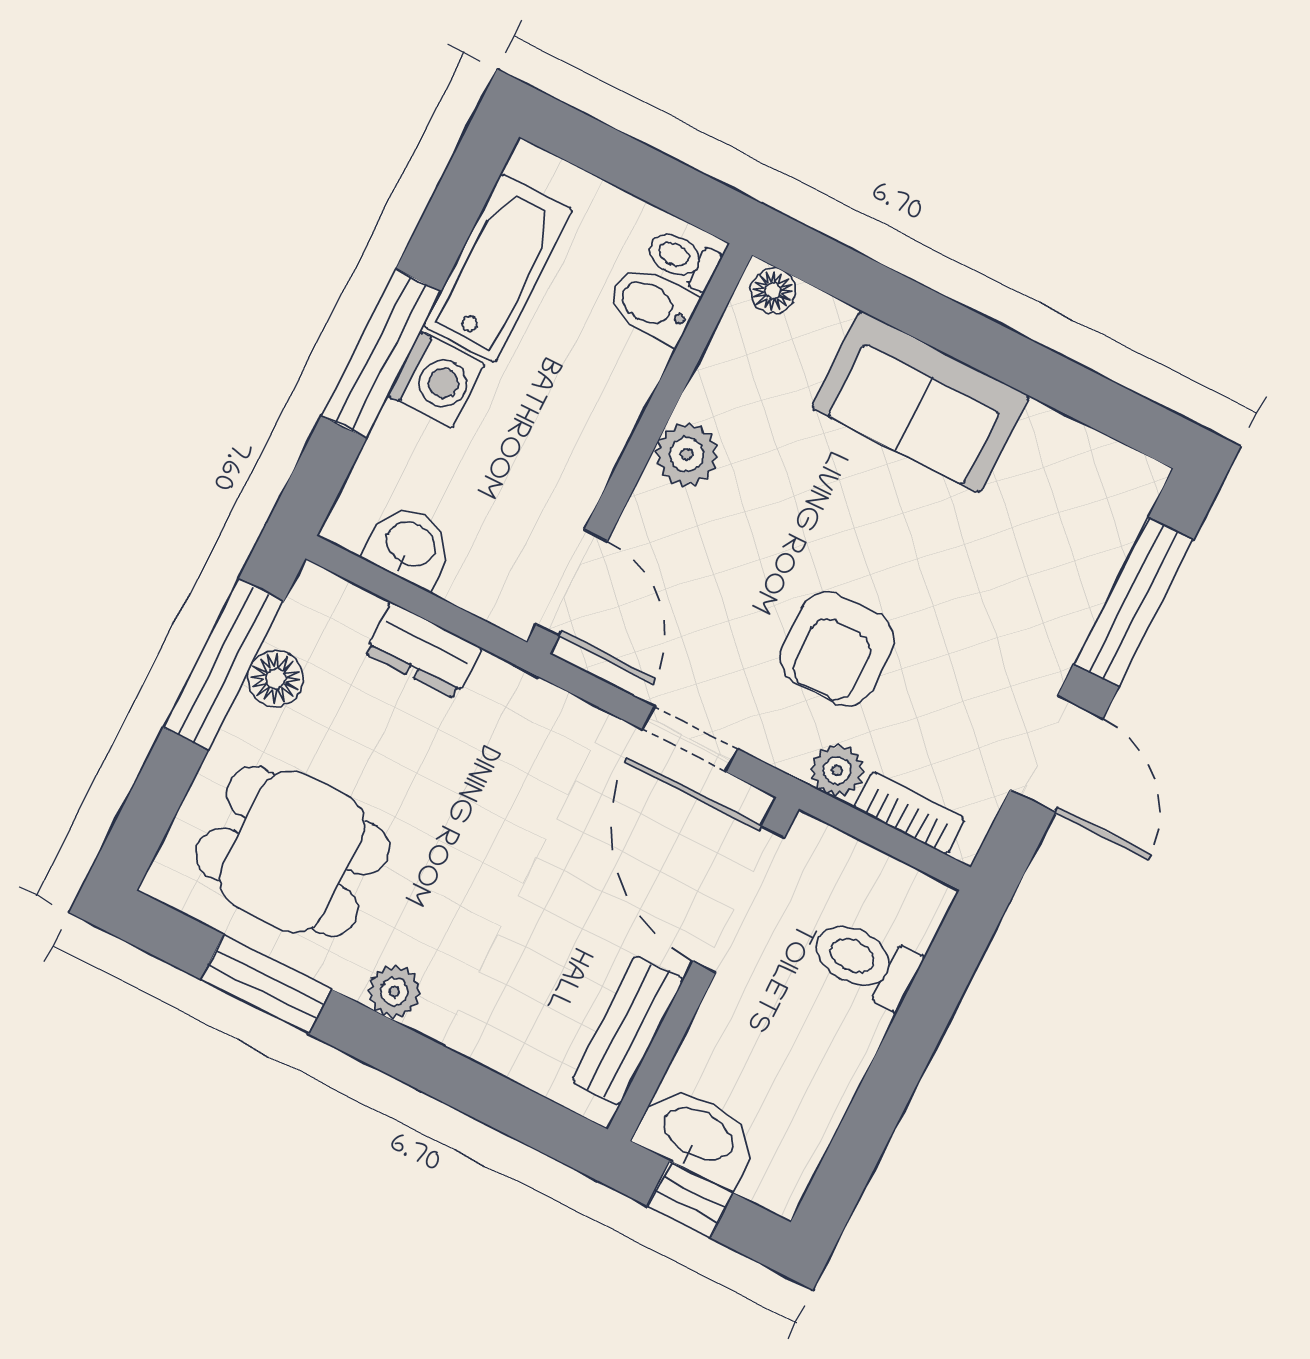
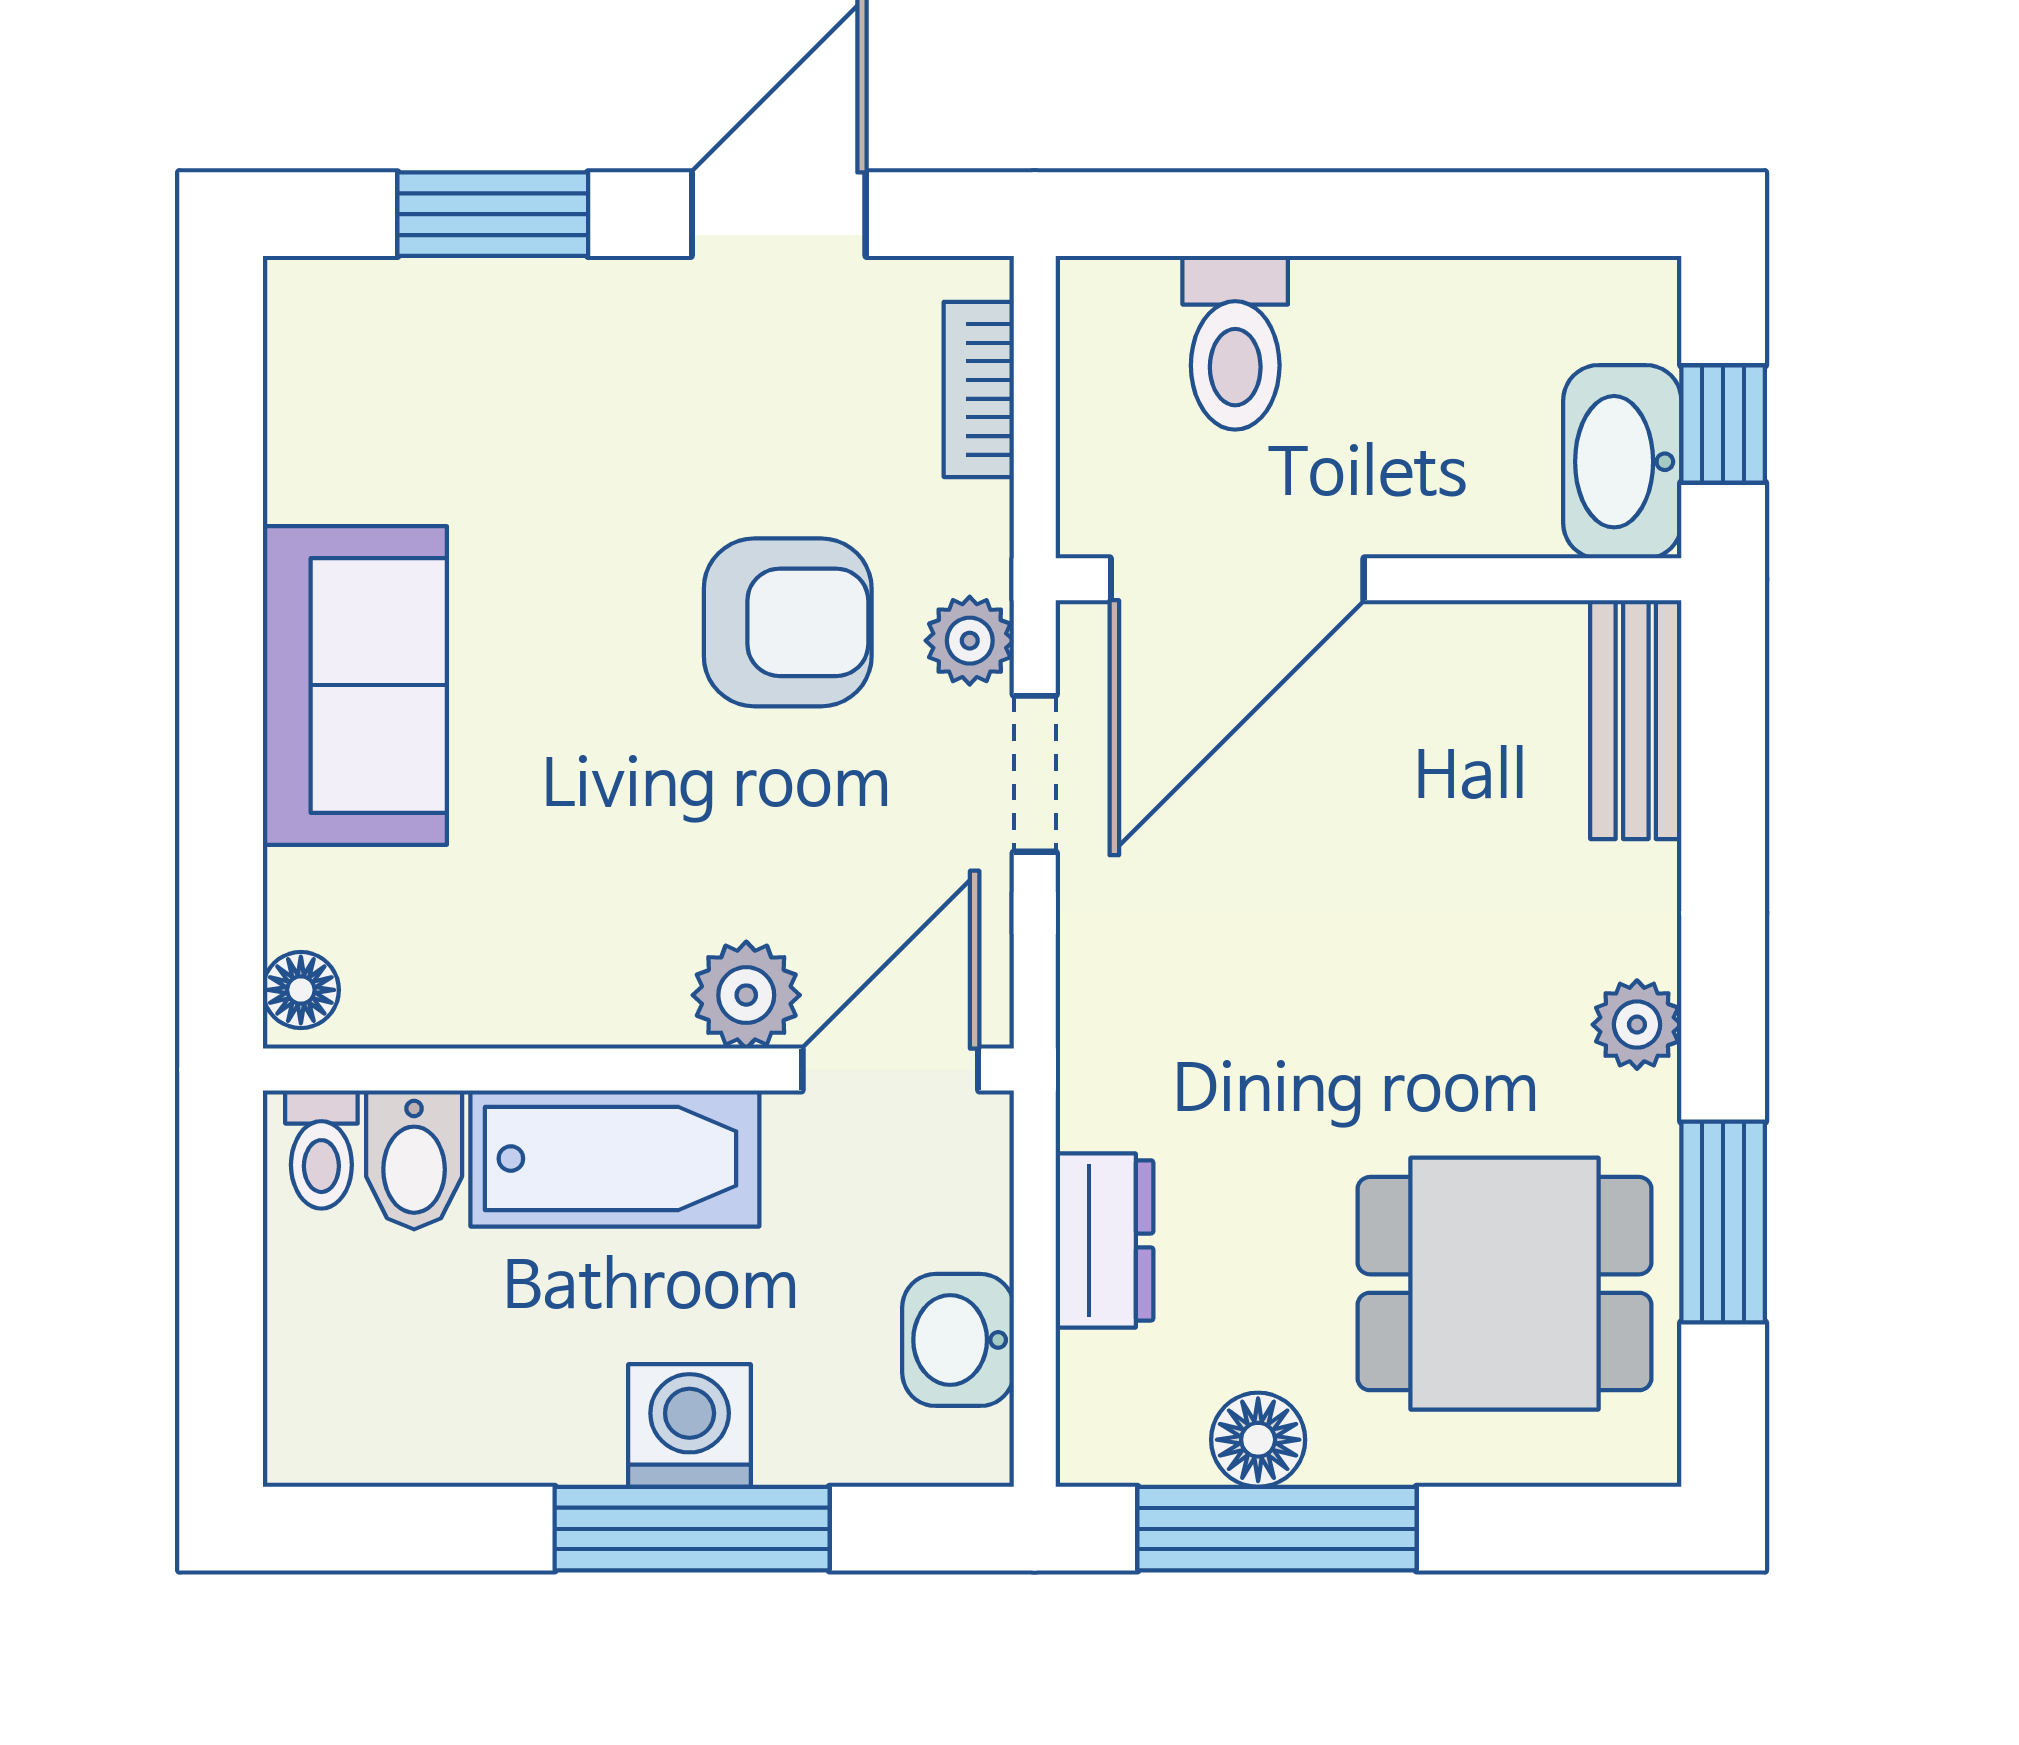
bathtub: (498, 268) -> (615, 1159), moved, turned 180
plant: (687, 454) -> (746, 995), moved
window: (1134, 602) -> (493, 214), width x0.69
plant: (837, 770) -> (970, 641), moved
dining table: (292, 851) -> (1504, 1284), turned 90
bench: (628, 1030) -> (1636, 720), moved, turned 90

